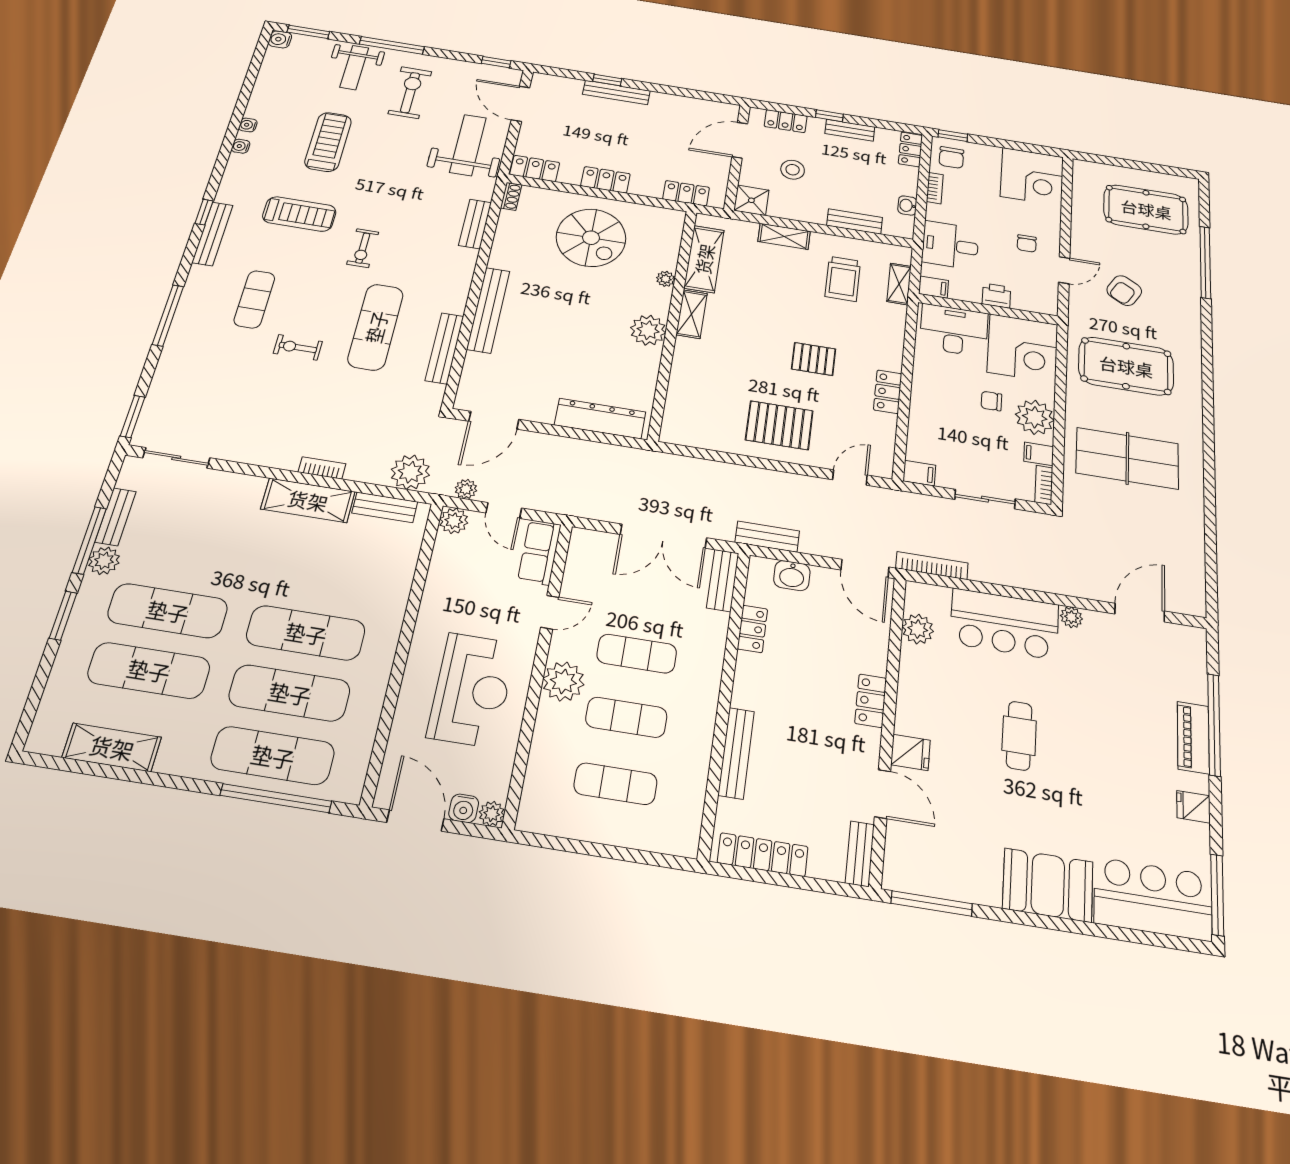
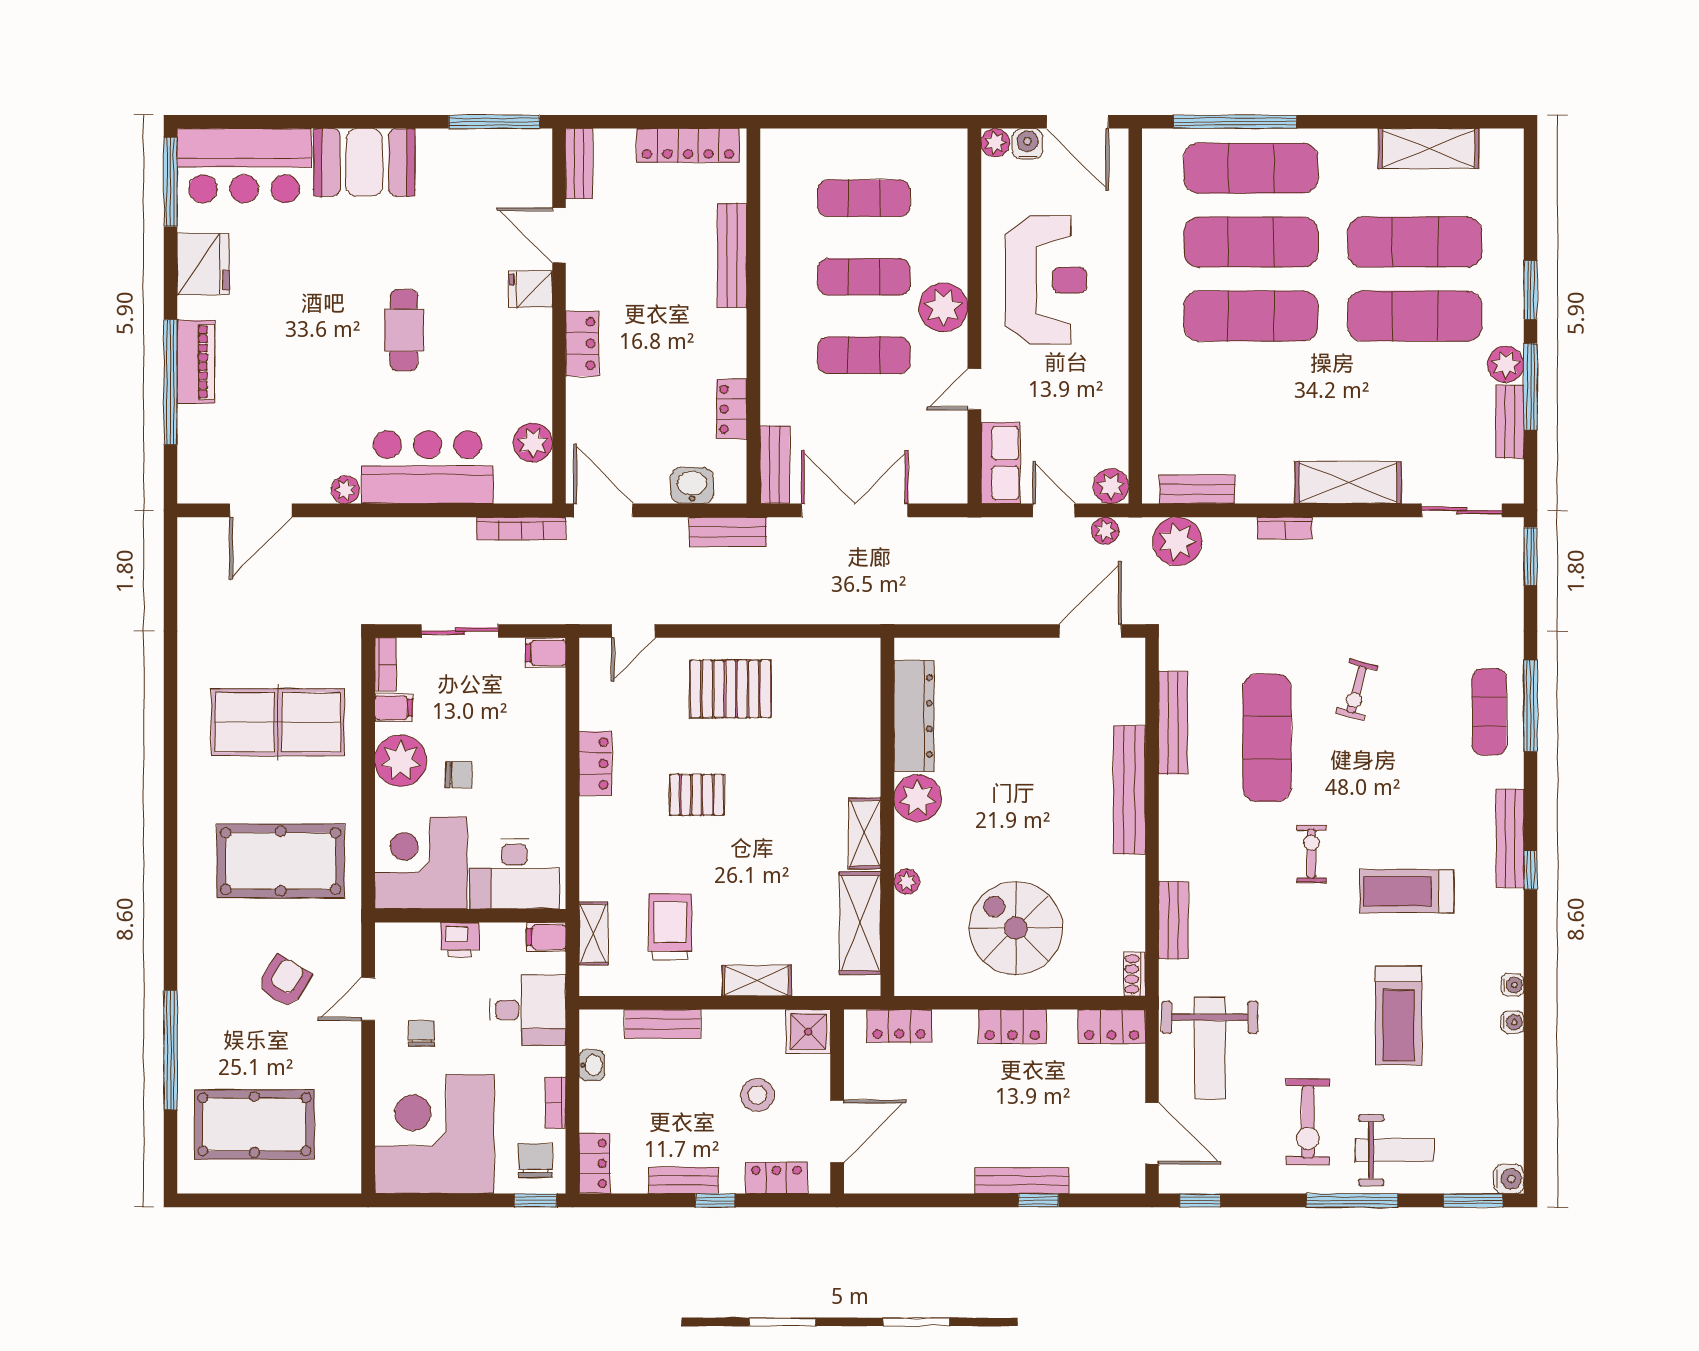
weight bench: (354, 67) -> (1395, 1150), turned 90
corner desk: (1032, 177) -> (434, 1134), width x1.36, depth x1.36
exercise mat: (254, 299) -> (1489, 712), moved
exercise bike: (298, 347) -> (1357, 690), turned 105
dresser: (600, 418) -> (914, 716), moved, turned -90
shelving: (308, 500) -> (1348, 482), moved
reception desk: (472, 690) -> (1046, 280), turned 180
fridge: (1193, 807) -> (203, 264), width x1.88, depth x1.34

